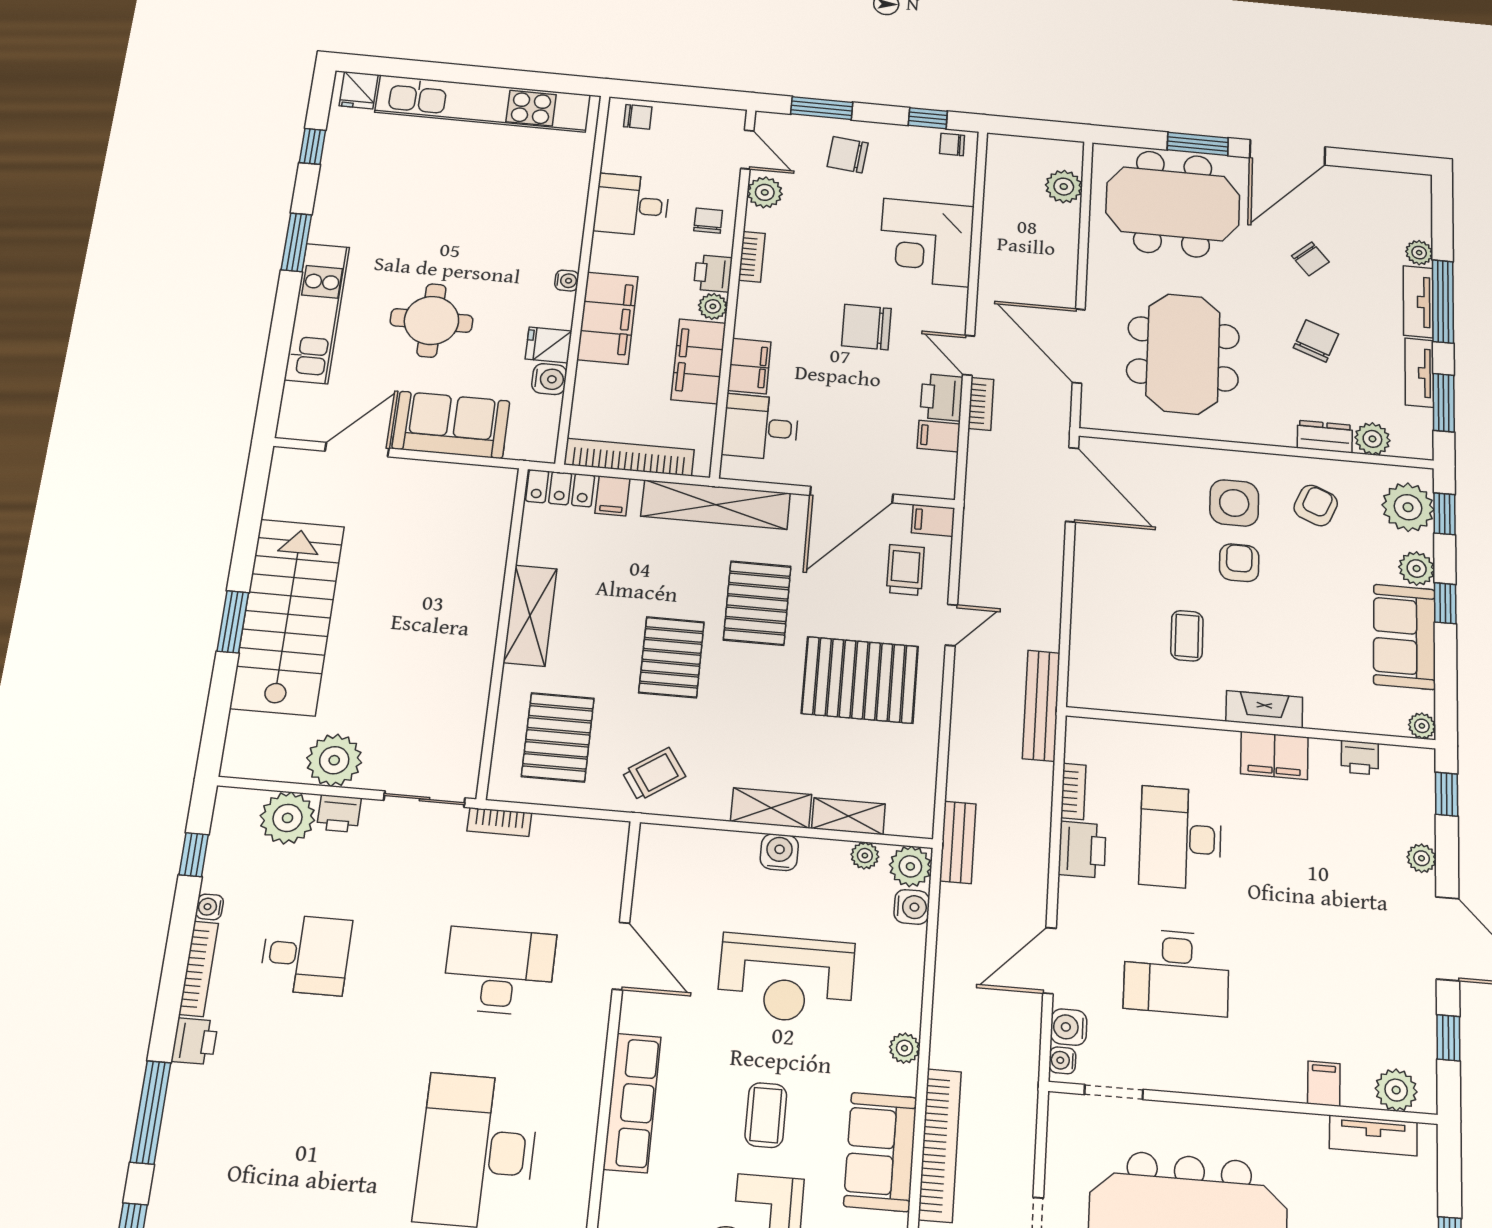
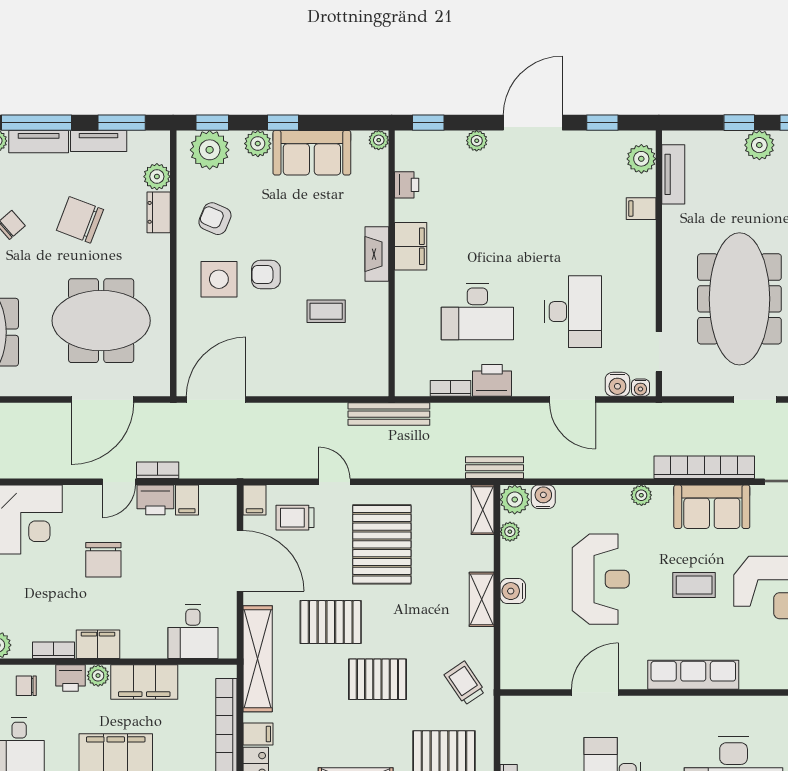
chair: (1316, 341) -> (80, 220), width x1.37, depth x1.37
filing cabinet: (749, 366) -> (98, 644), moved
shelving: (849, 816) -> (483, 510), moved

